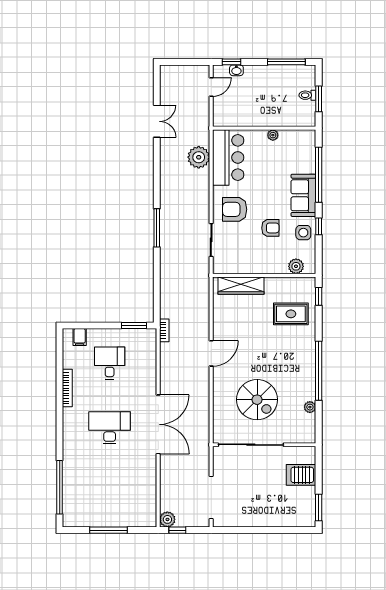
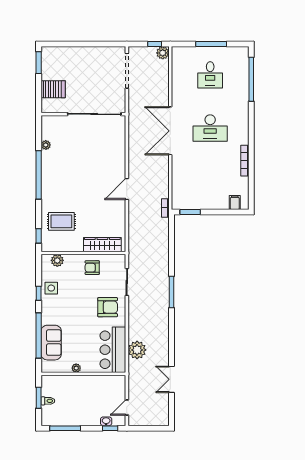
sofa: (303, 195) -> (51, 343), moved
armchair: (270, 228) -> (92, 268), moved
desk: (110, 363) -> (210, 75), moved
spiral stairs: (257, 400) -> (89, 151), removed

